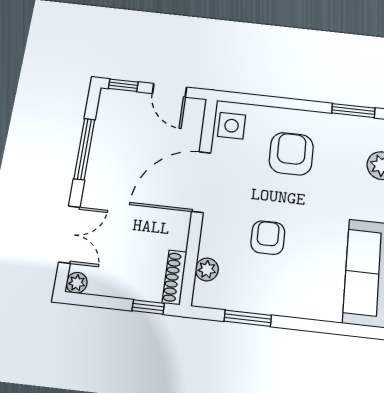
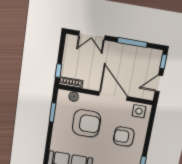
armchair: (291, 154) -> (124, 137), turned 180
armchair: (268, 238) -> (86, 123), width x1.88, depth x1.88
plant: (77, 283) -> (70, 39), removed

